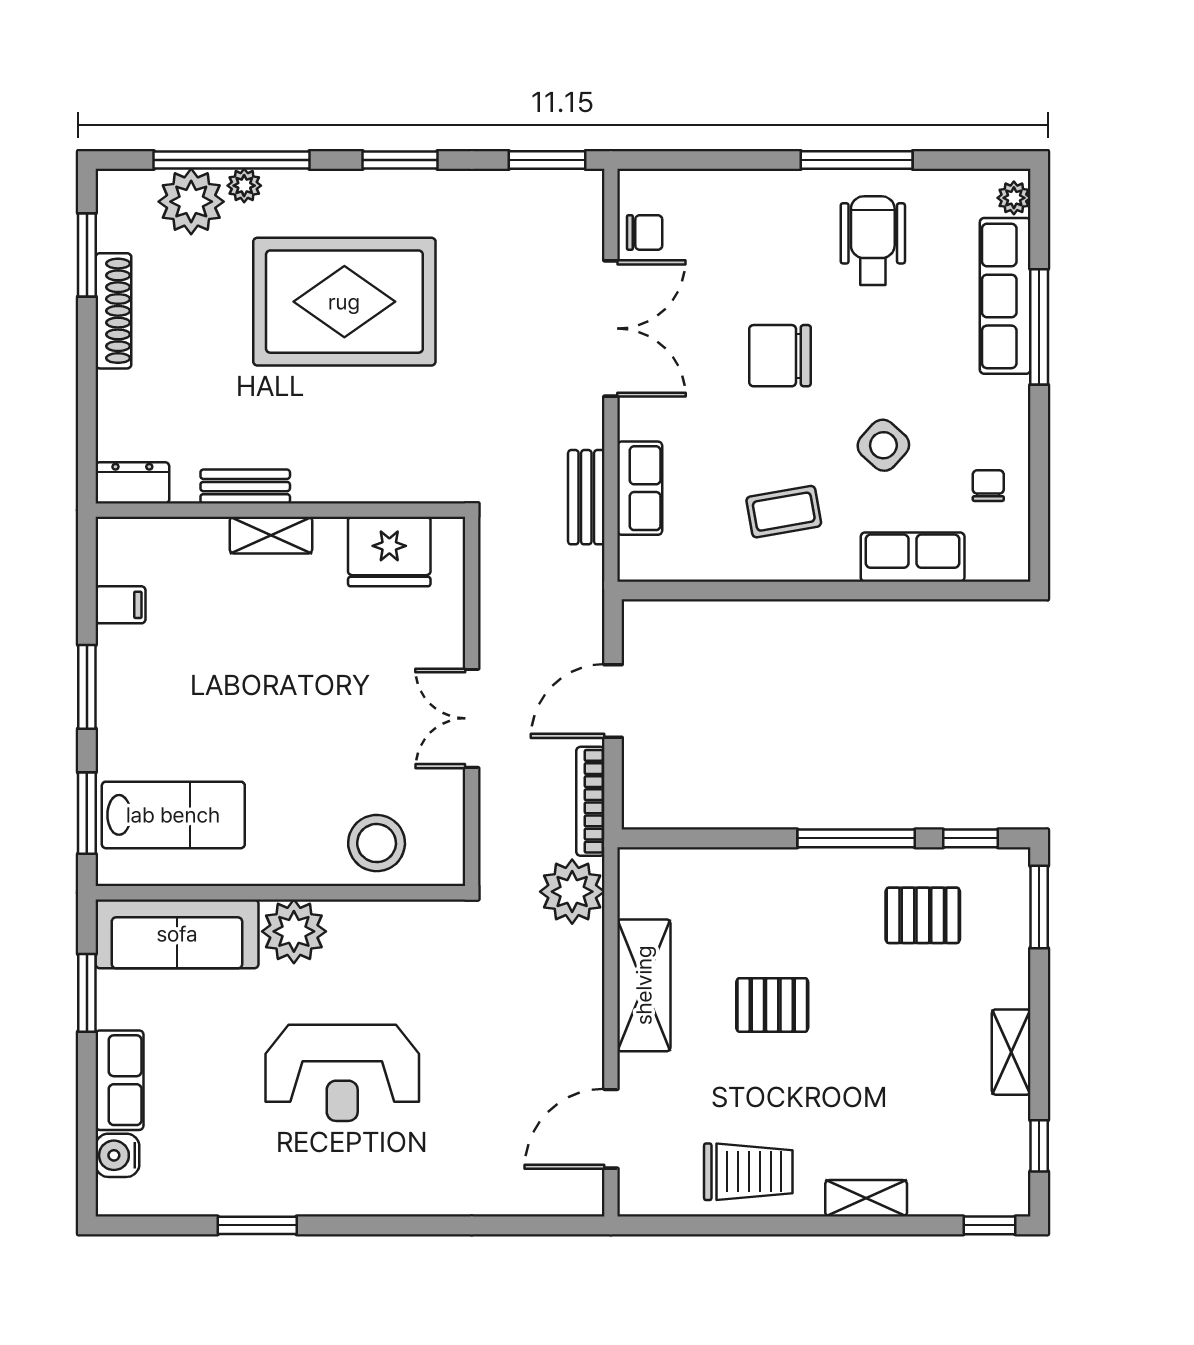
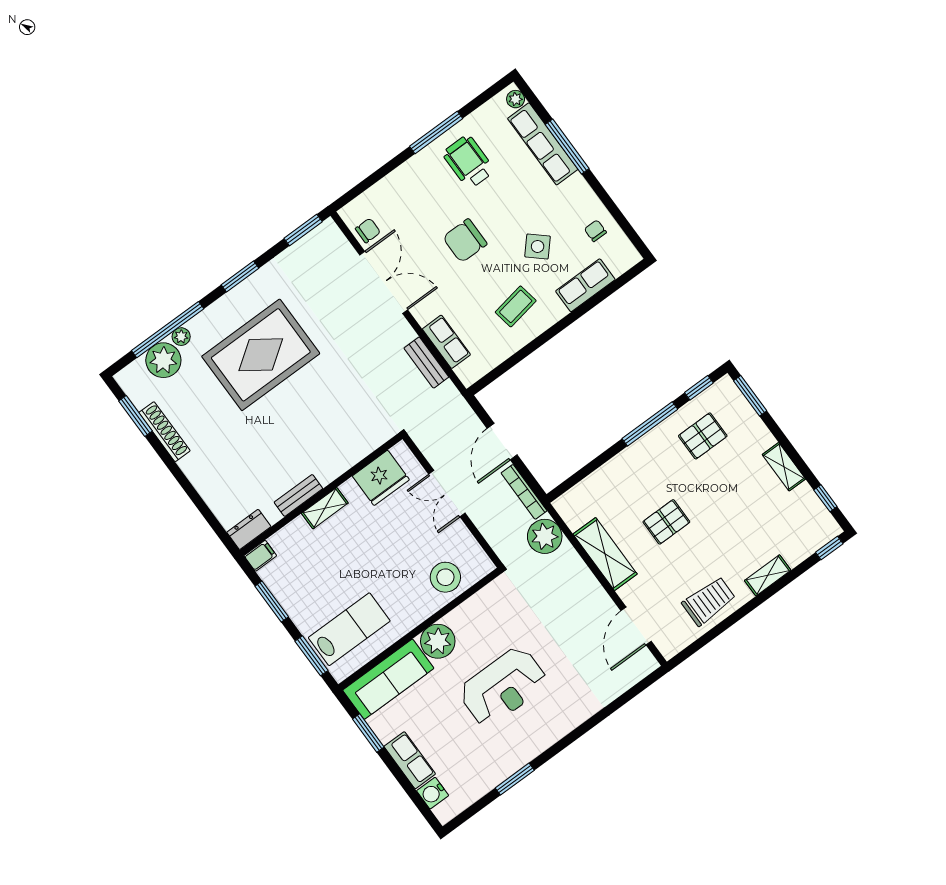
dresser: (132, 483) -> (249, 529), moved
bench: (245, 487) -> (298, 495), moved
wall: (280, 510) -> (321, 494), moved
shelving: (271, 535) -> (325, 508), moved
fridge: (389, 552) -> (381, 478), moved

